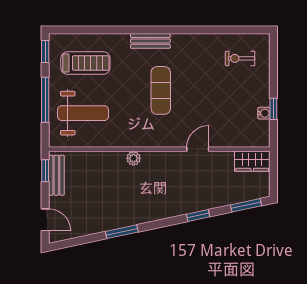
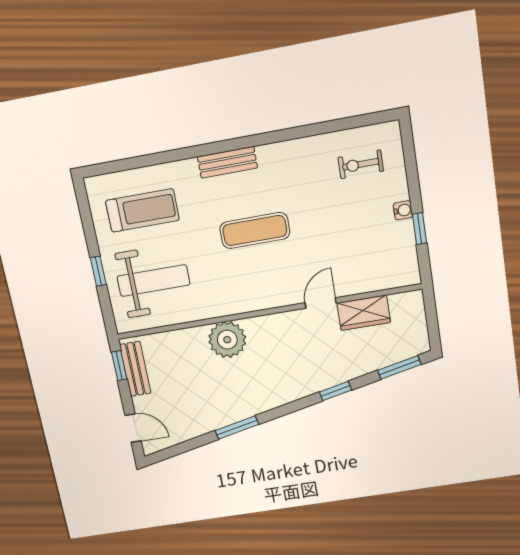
window: (45, 51) -> (83, 204), removed
exercise mat: (161, 90) -> (255, 231), turned 90
window: (45, 100) -> (98, 271), width x0.46
water cooler: (264, 113) -> (403, 210), moved
plant: (134, 158) -> (227, 340), width x1.88, depth x1.88
wardrobe: (252, 161) -> (364, 313), moved

